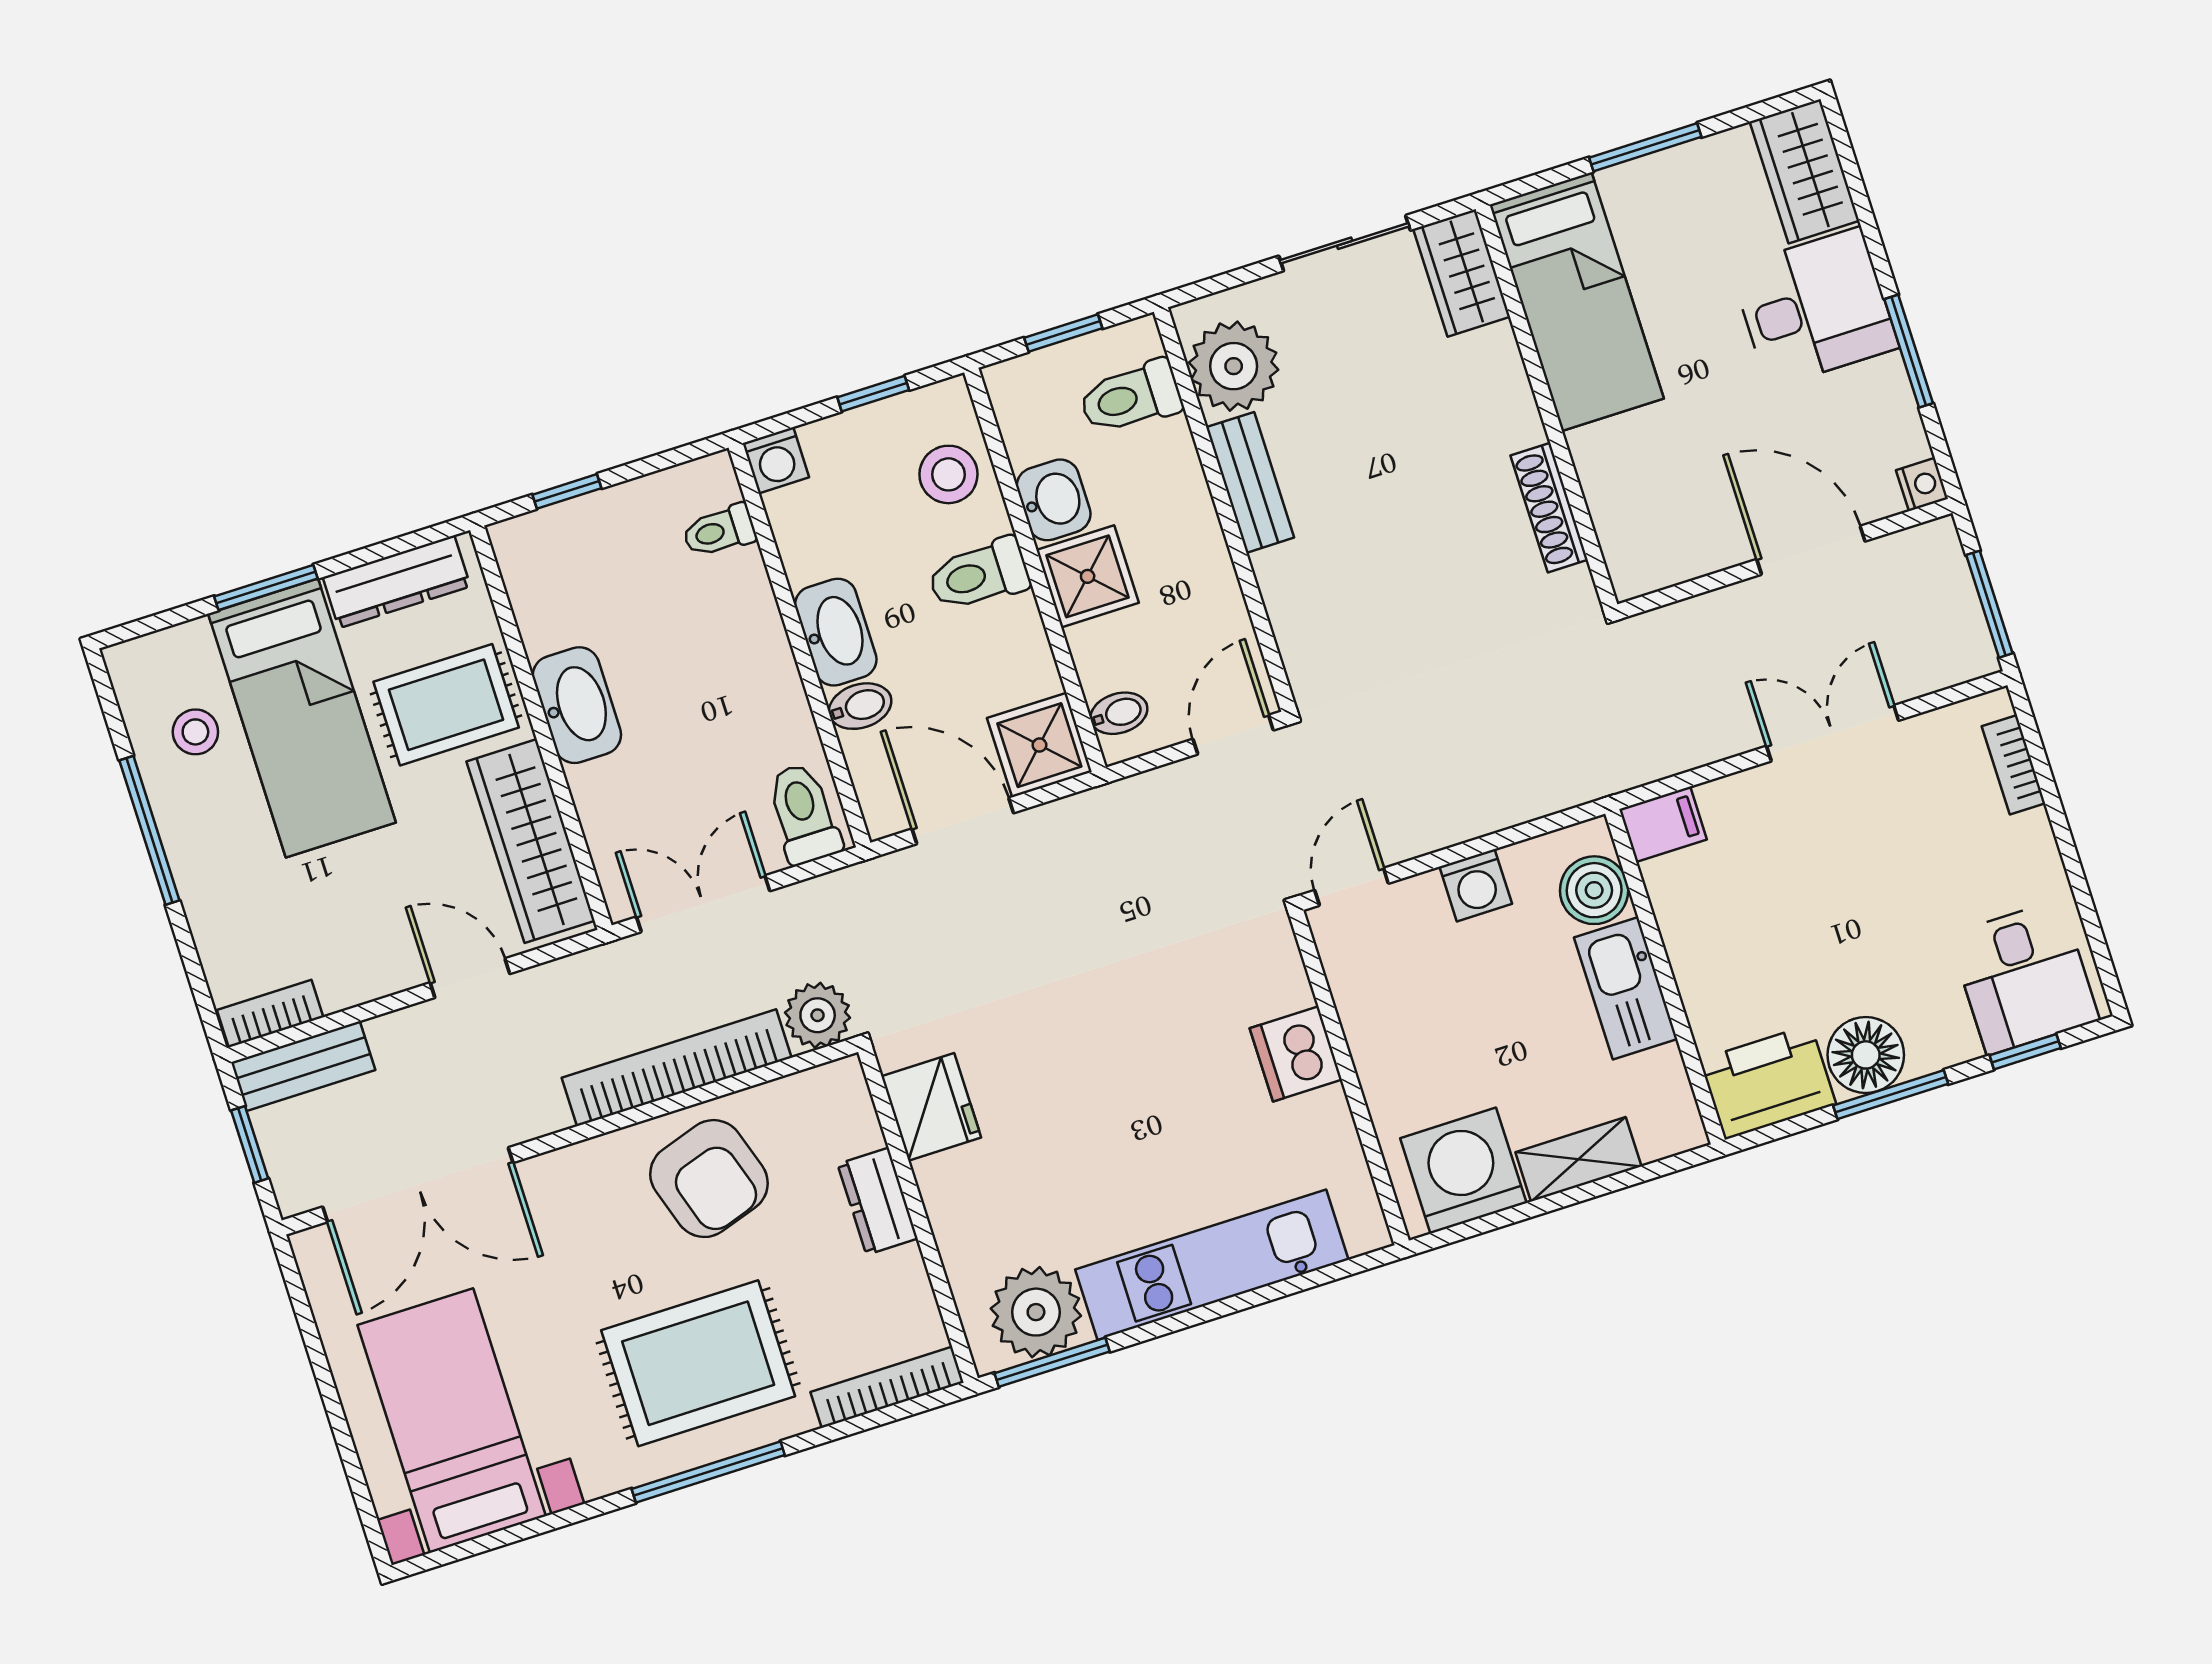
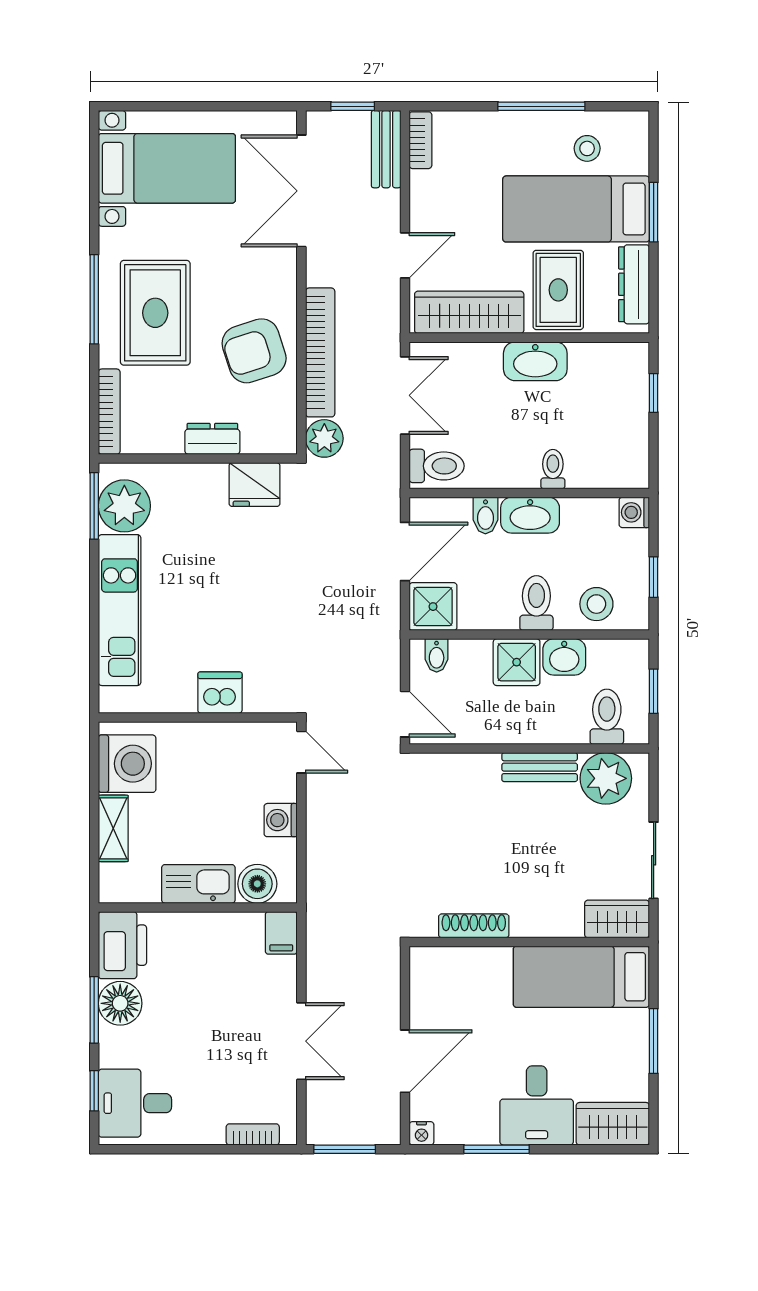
toilet: (719, 531) -> (553, 469), moved

